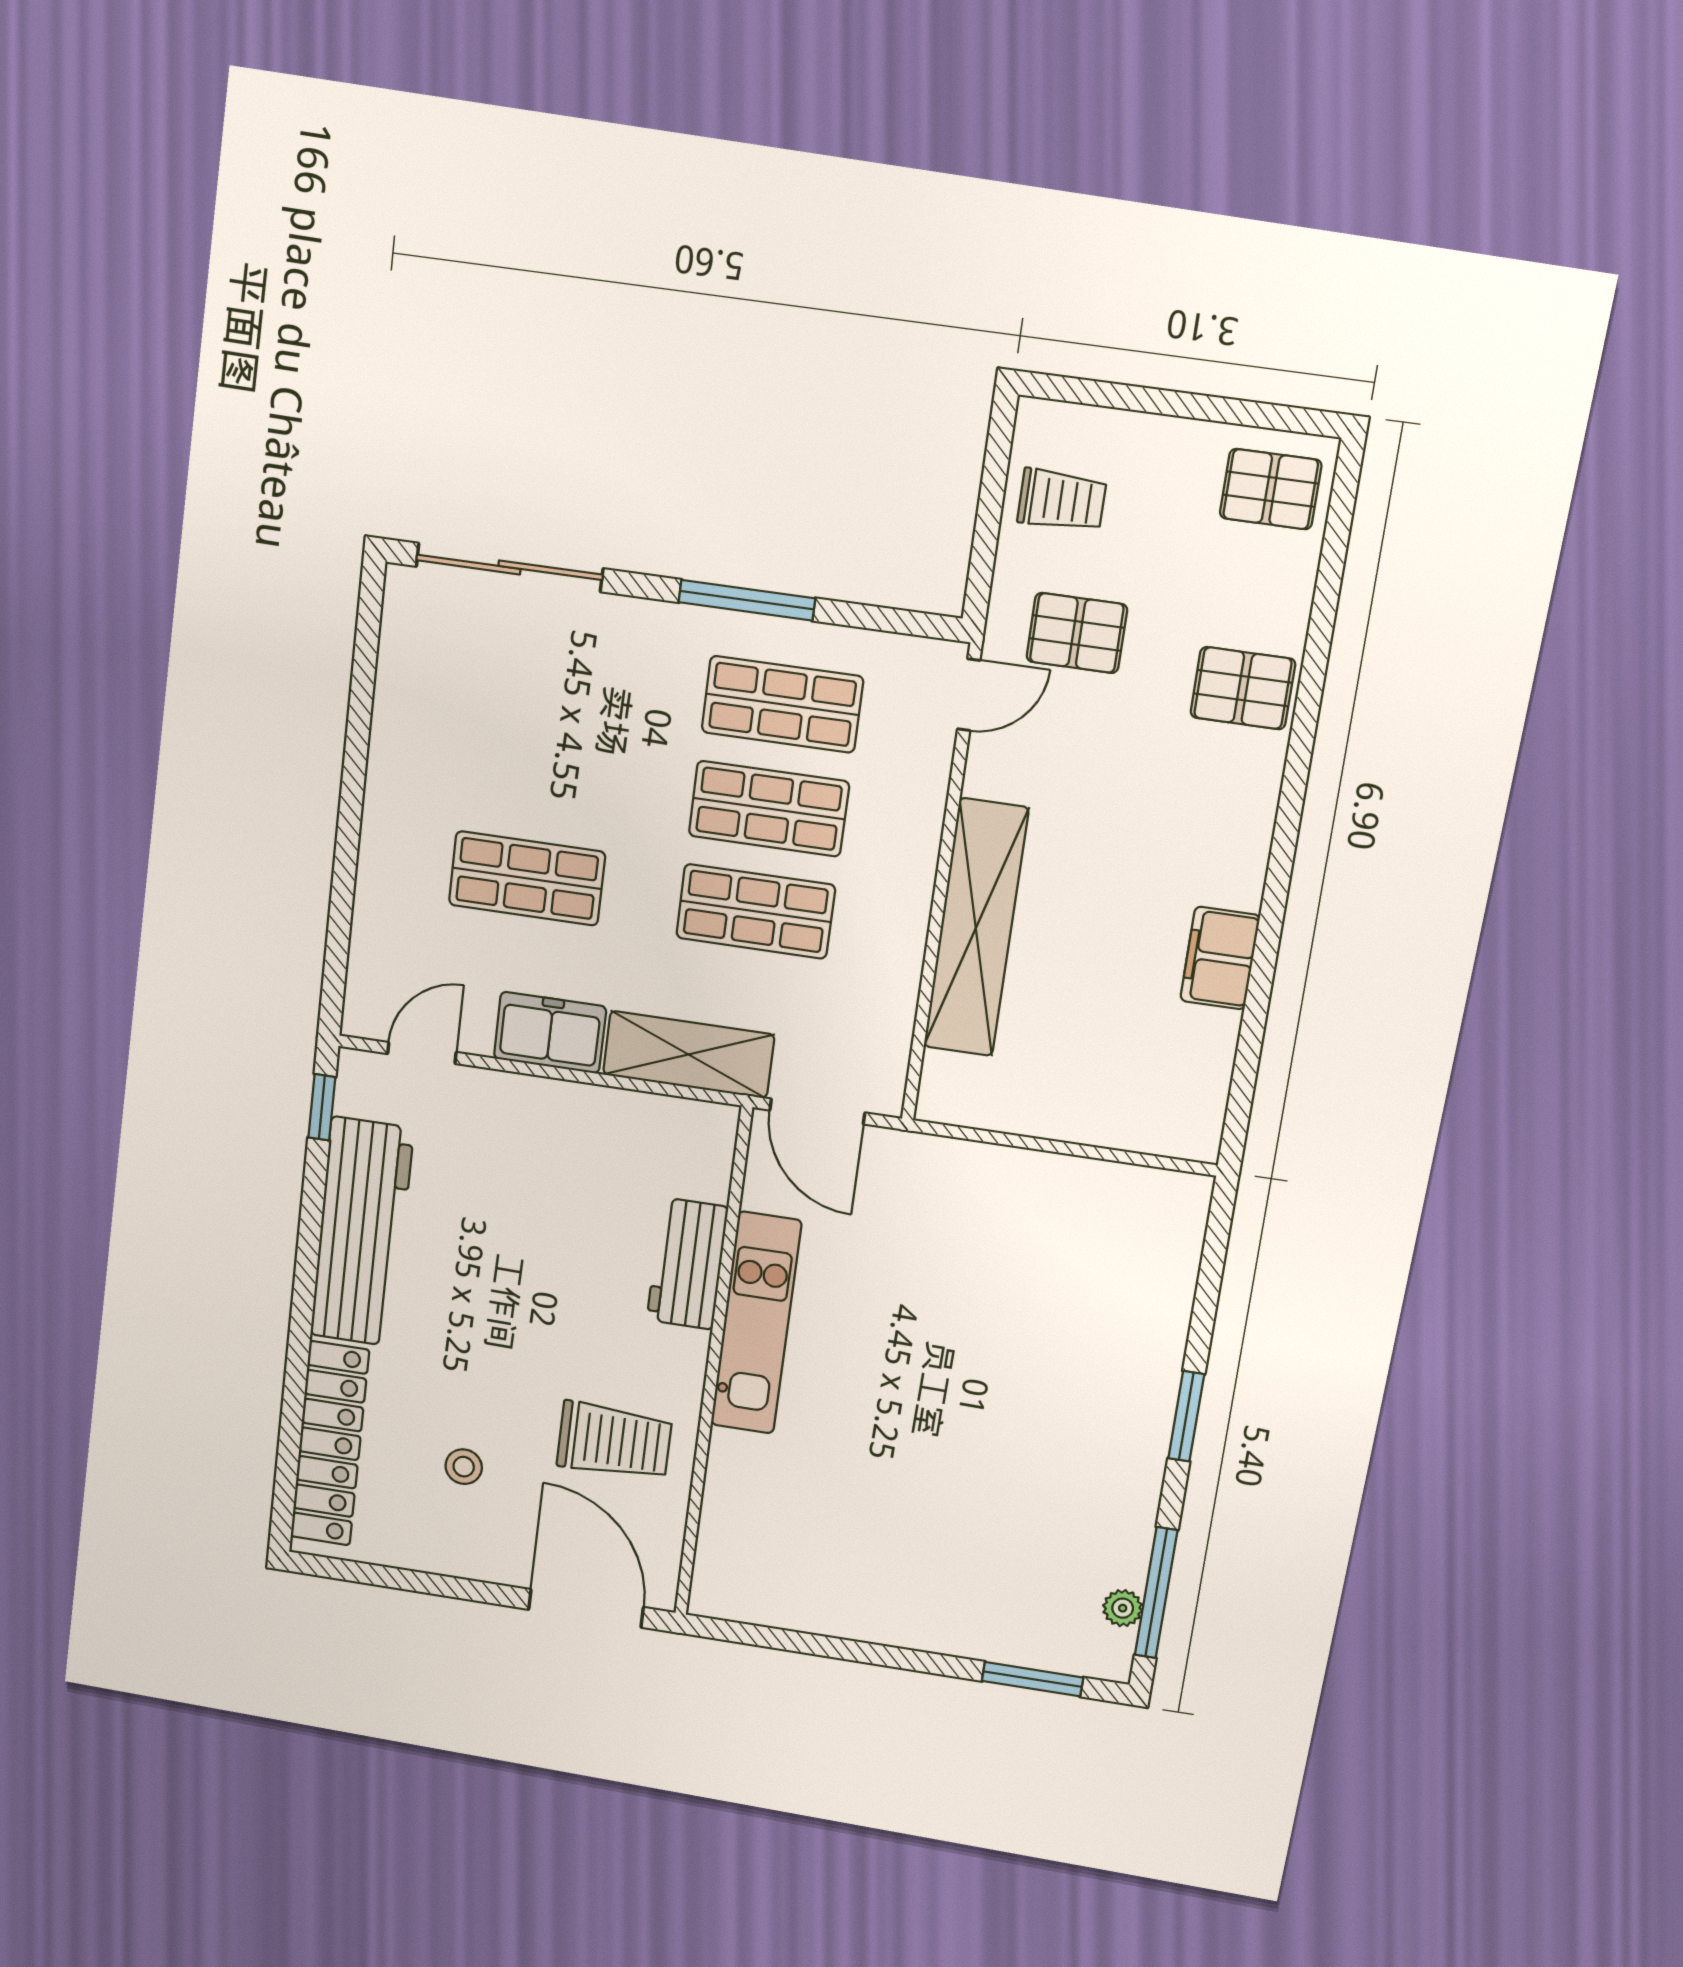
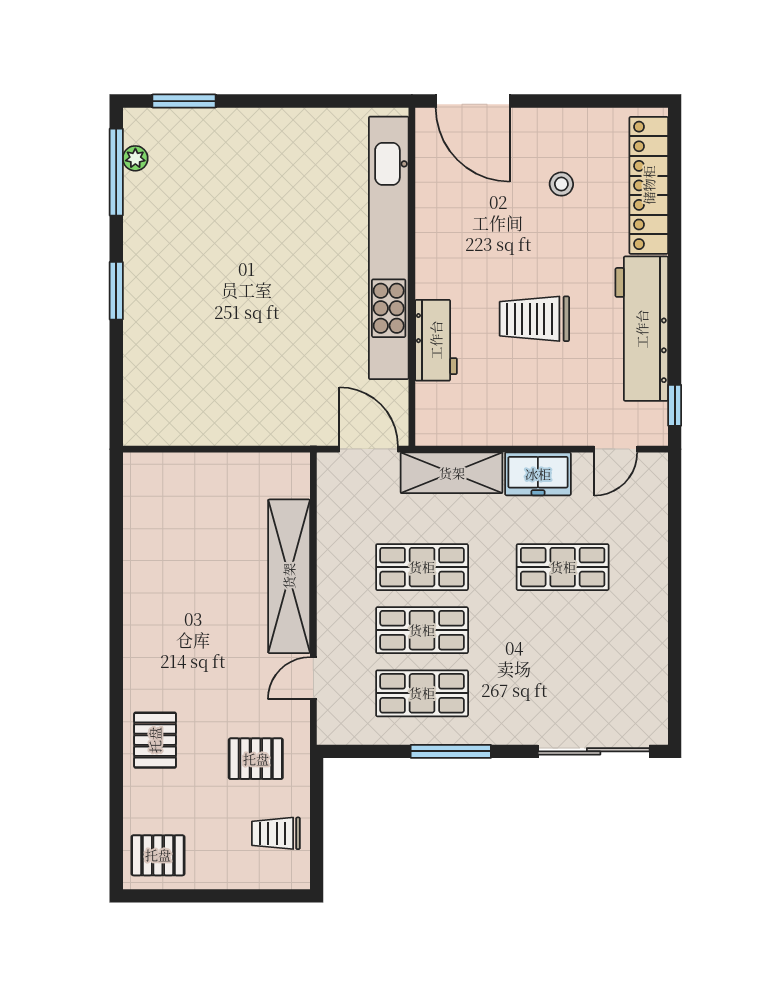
pallet: (1243, 688) -> (155, 740), turned 90
door: (969, 695) -> (313, 678), moved
filing cabinet: (1220, 958) -> (142, 579), removed
kitchen unit: (756, 1323) -> (389, 248), width x1.86
trolley: (614, 1441) -> (534, 319), moved

